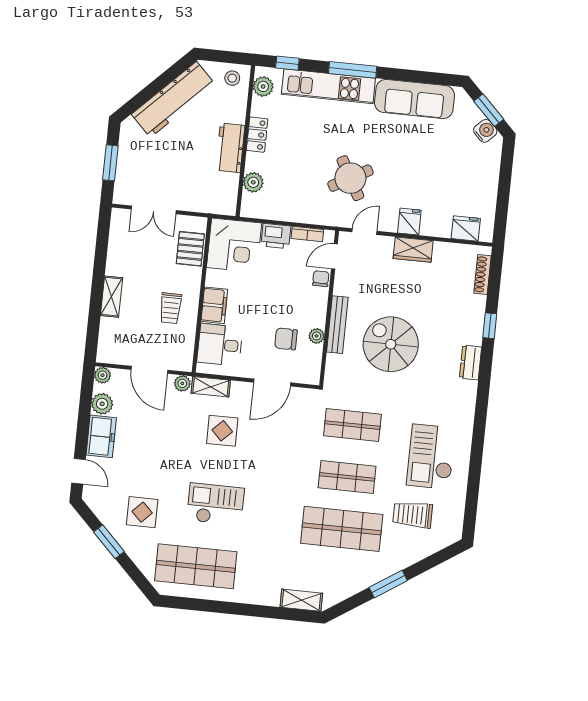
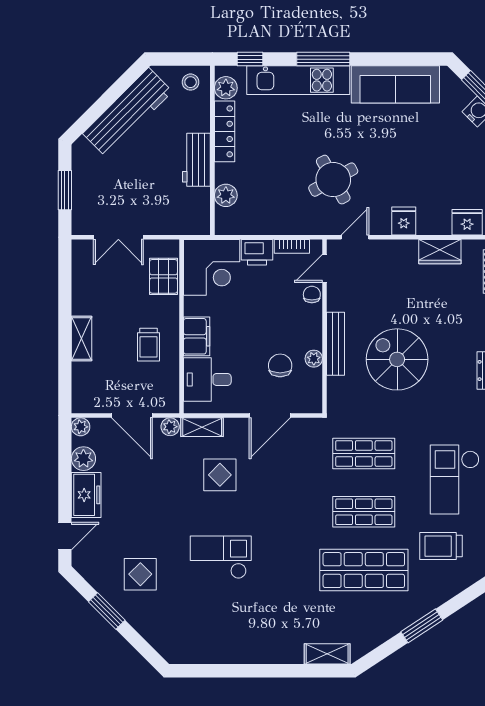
locker: (257, 135) -> (225, 131), width x1.53
wardrobe: (413, 250) -> (440, 252), moved
chair: (286, 339) -> (280, 365), turned 90
door: (78, 471) -> (65, 536), hinge flipped
shop shelf: (196, 566) -> (206, 628), removed

